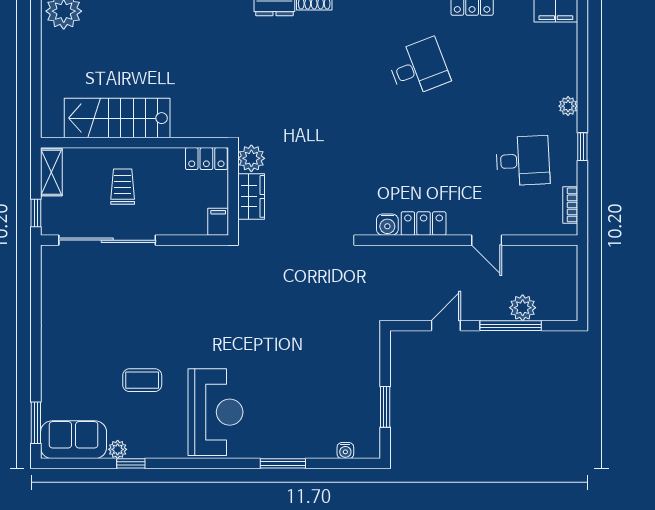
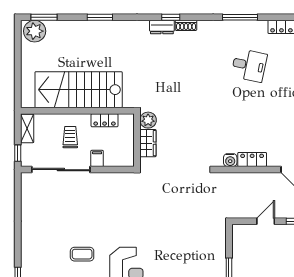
desk: (419, 68) -> (249, 65), turned 33
stairs: (117, 118) -> (79, 90), width x1.36, depth x1.51
locker: (206, 159) -> (105, 120), moved
filing cabinet: (218, 222) -> (97, 158), moved

